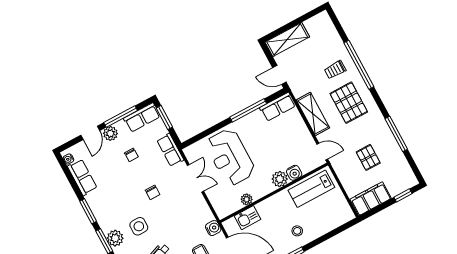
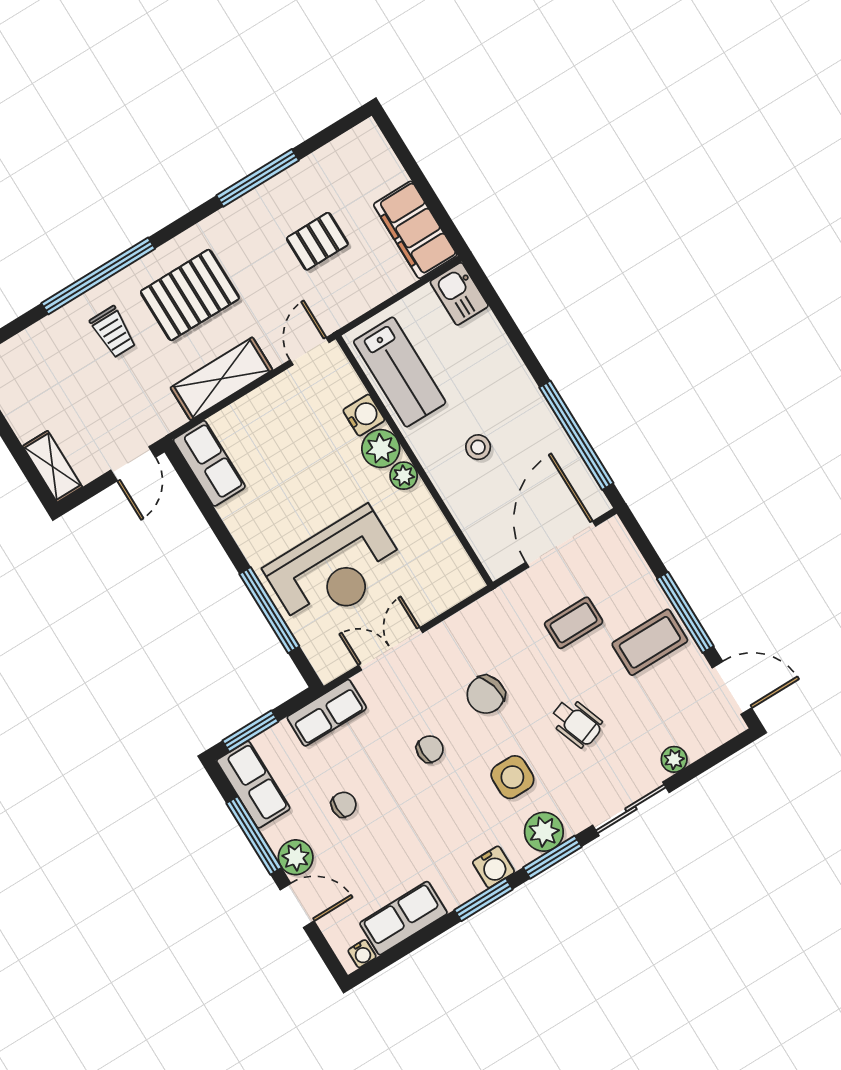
shelving: (287, 40) -> (52, 467), width x0.67, depth x0.75
window: (248, 110) -> (269, 610), moved
window: (403, 195) -> (403, 153), removed
plant: (247, 199) -> (404, 476), moved
chair: (174, 217) -> (486, 695), added
kitchen sink: (248, 218) -> (459, 294), moved, turned 180
water cooler: (213, 228) -> (493, 867), moved, turned 180
stool: (297, 231) -> (478, 447), moved

